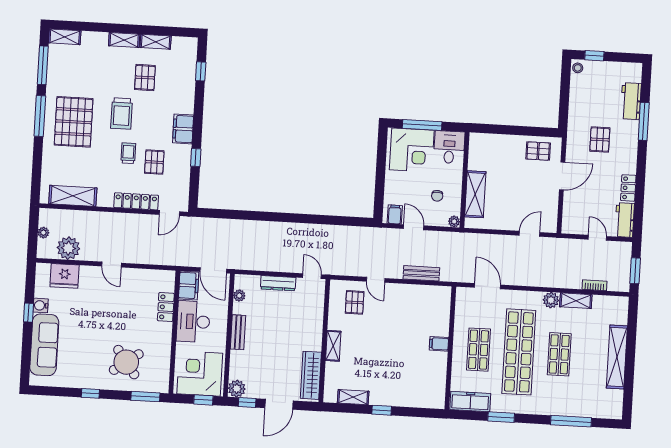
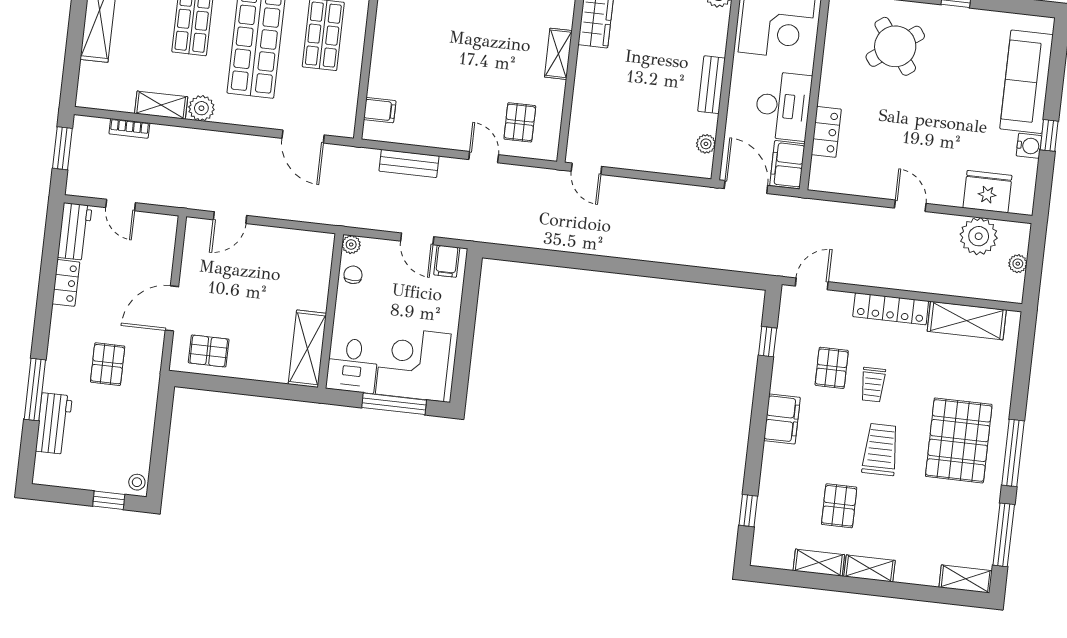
window: (196, 158) -> (768, 342), moved
shelving: (475, 194) -> (307, 349), moved
chair: (437, 196) -> (353, 275), moved
locker: (136, 201) -> (891, 309), moved
dresser: (278, 283) -> (642, 160), removed
filing cabinet: (439, 344) -> (380, 110), moved

